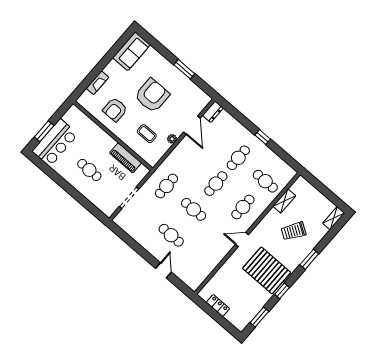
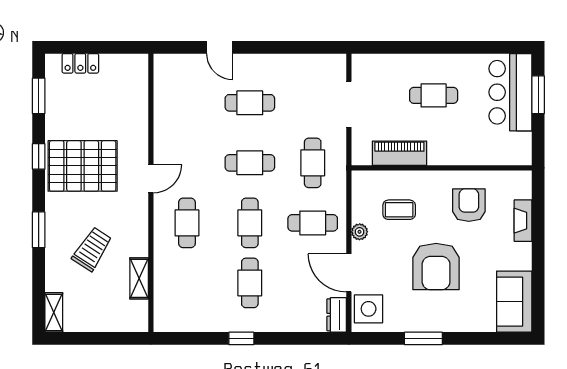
side table: (197, 102) -> (369, 309), added
cafe table: (265, 181) -> (313, 223), moved
locker: (218, 306) -> (80, 63), moved

